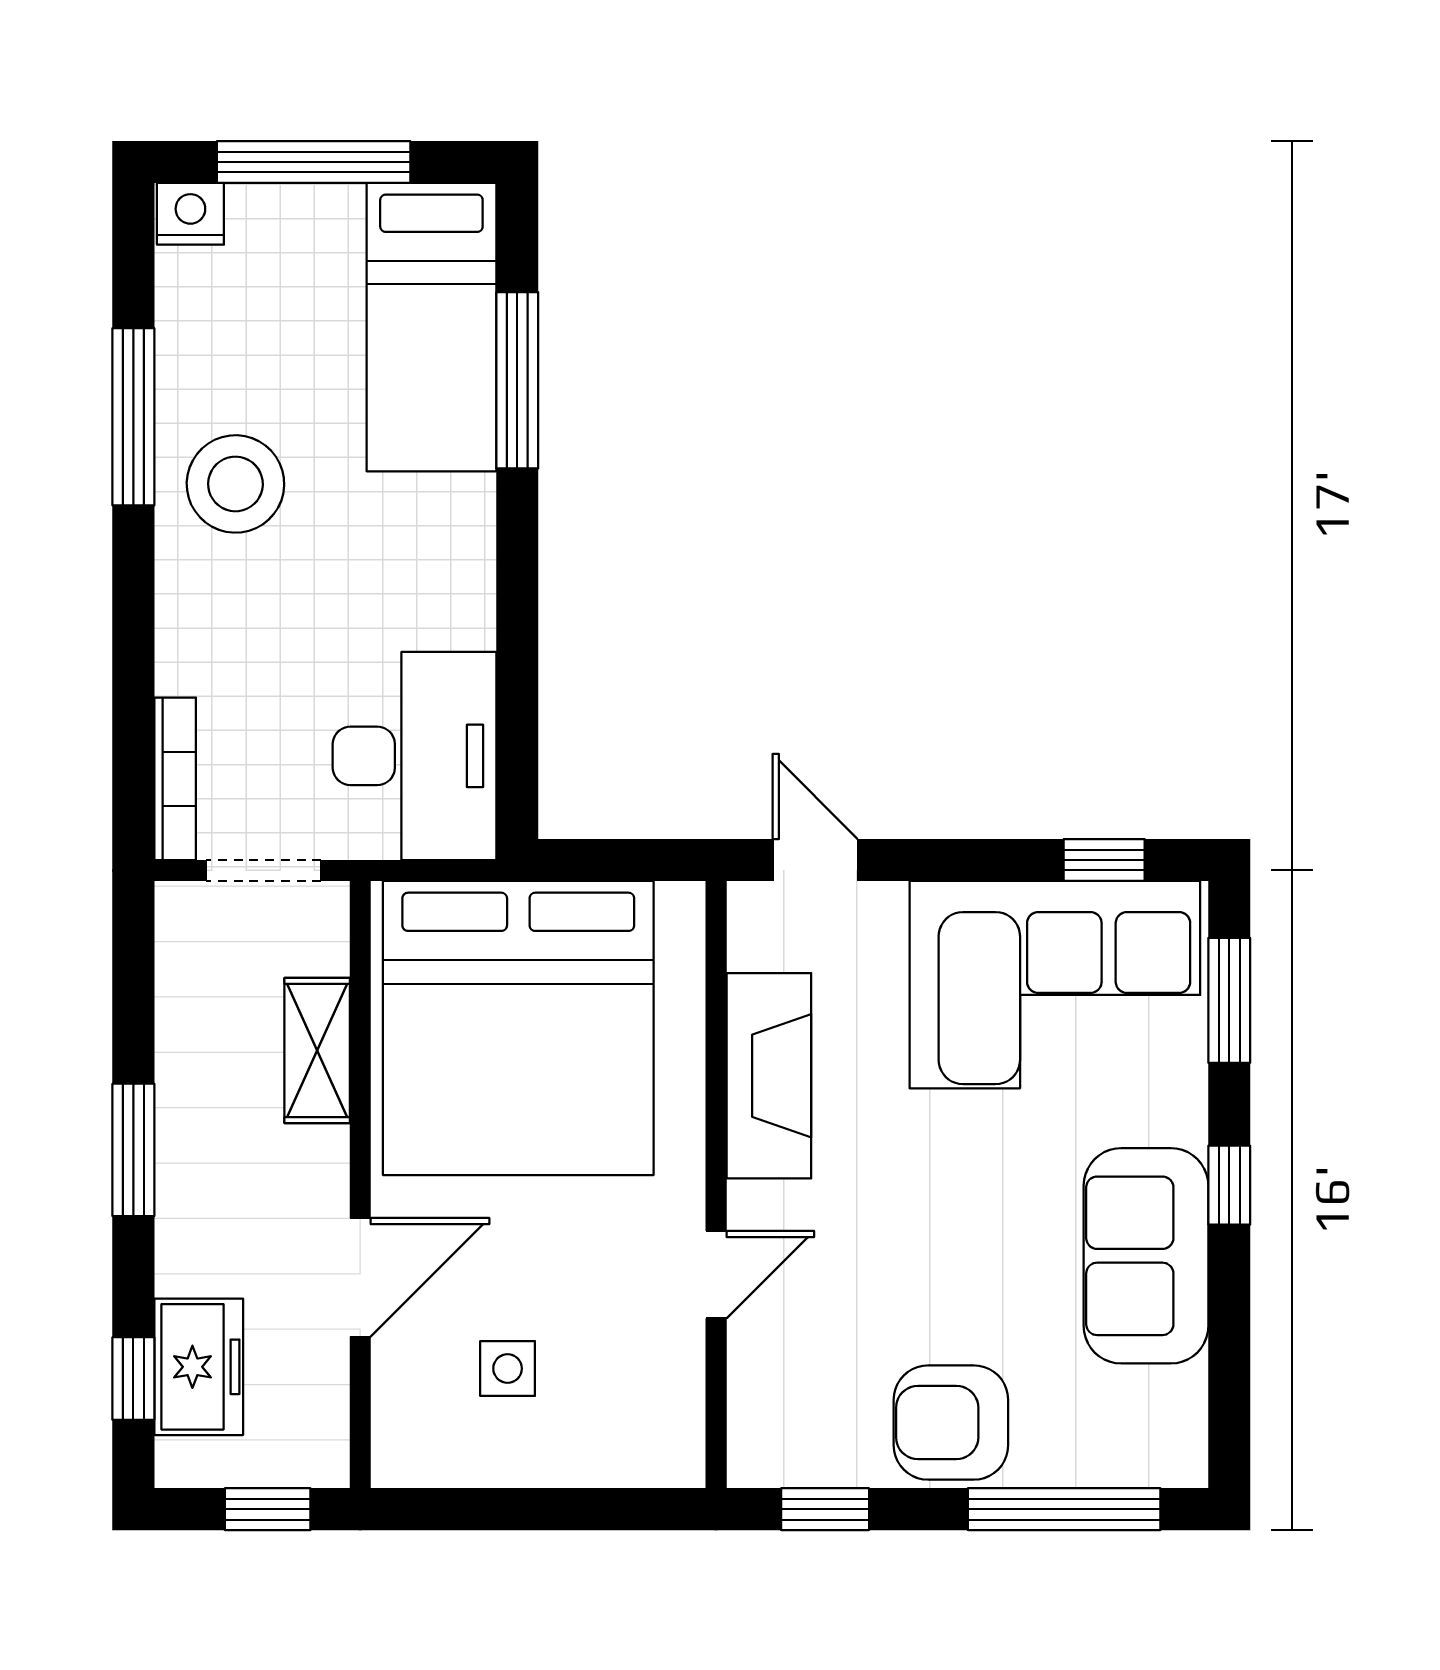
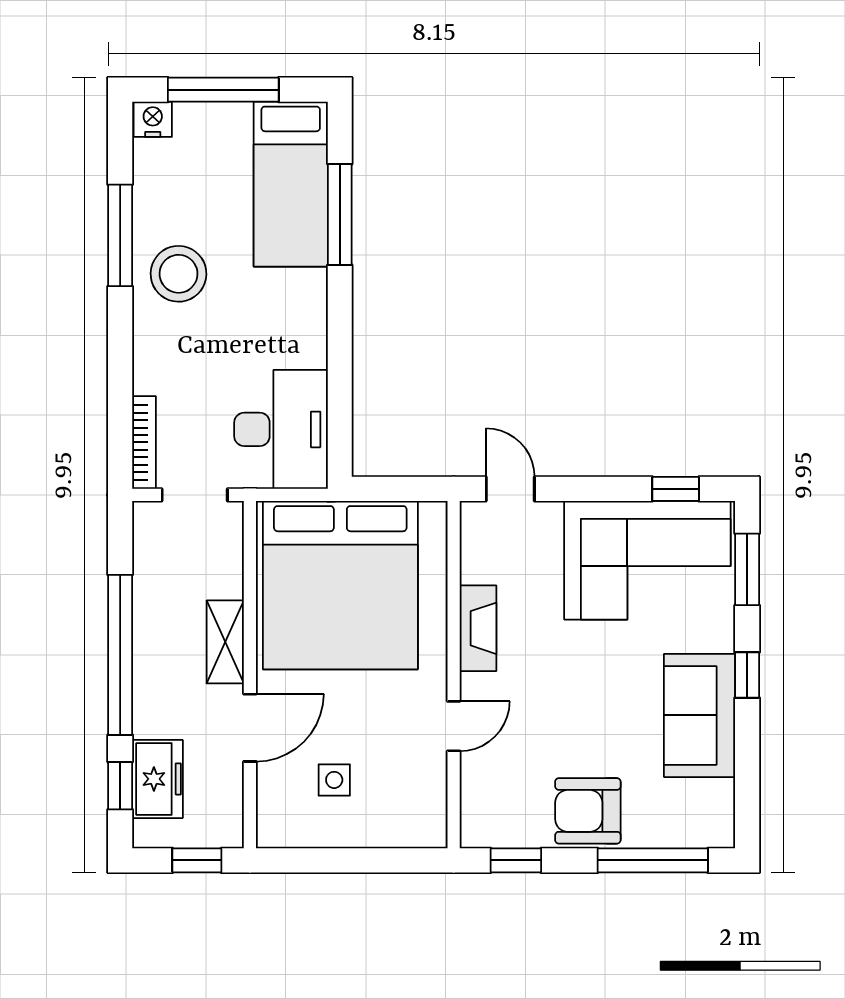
shelving: (317, 1050) -> (225, 642), moved
fireplace: (769, 1076) -> (478, 628), width x0.73, depth x0.76
window: (133, 1150) -> (120, 655), width x2.11

